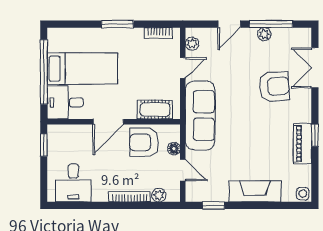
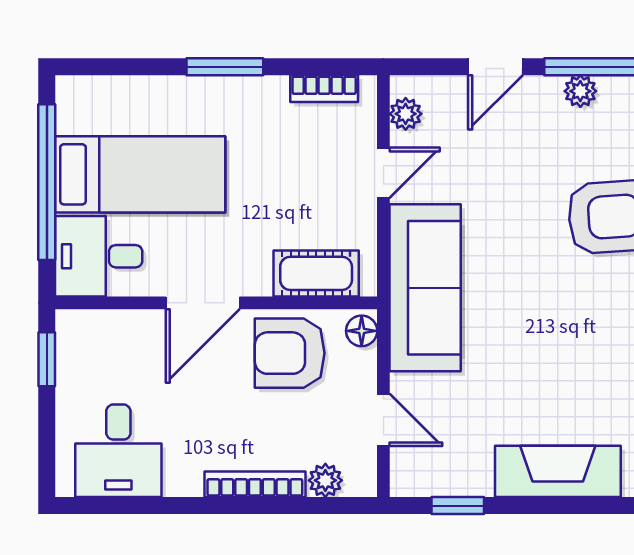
floor lamp: (174, 149) -> (362, 331), moved

